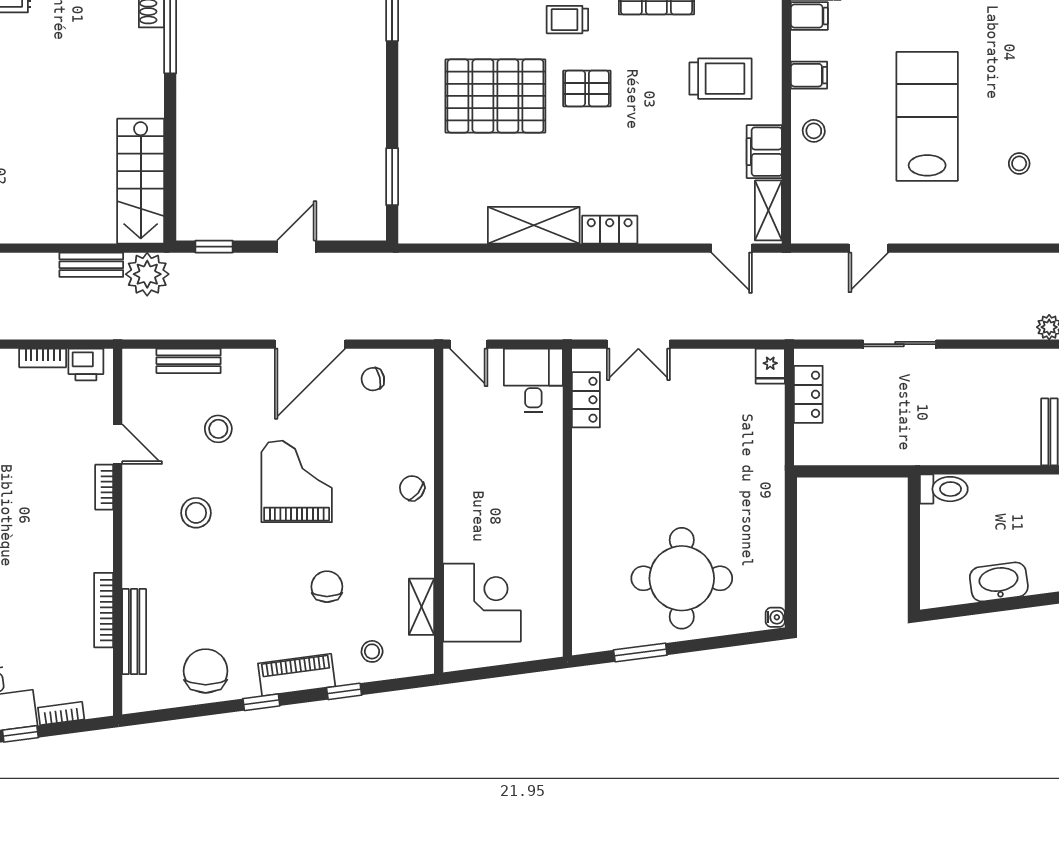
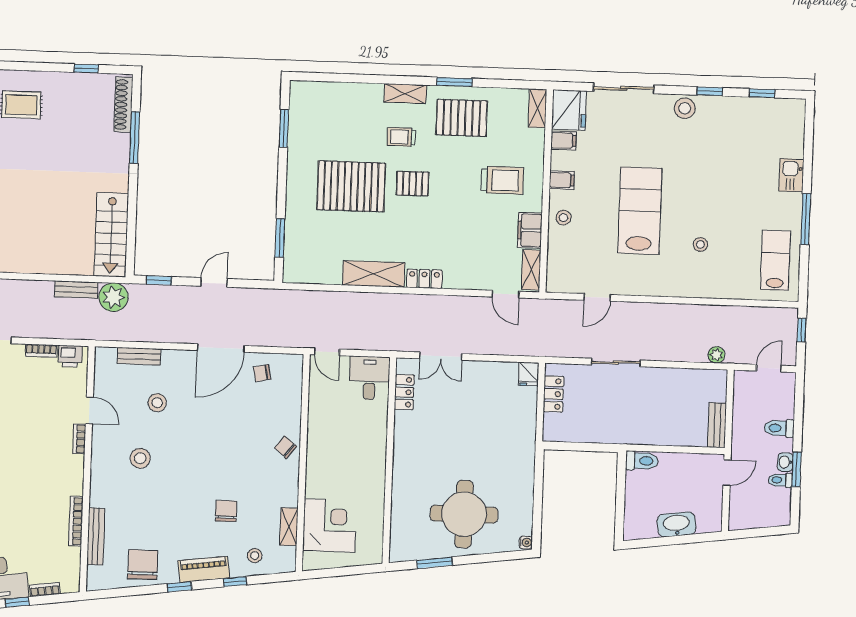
grand piano: (297, 481) -> (208, 440), removed

